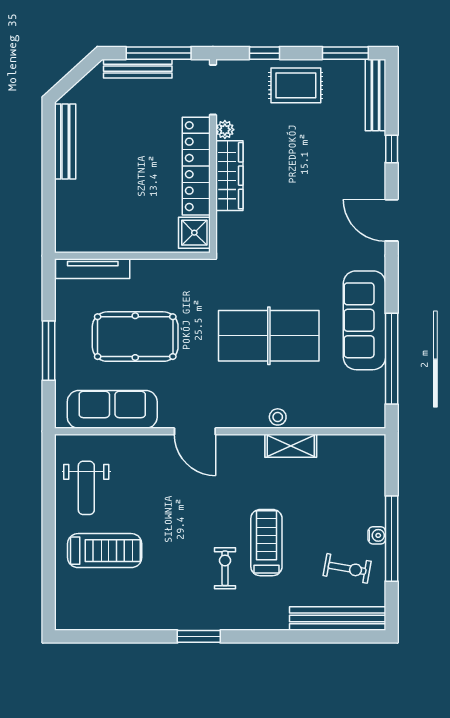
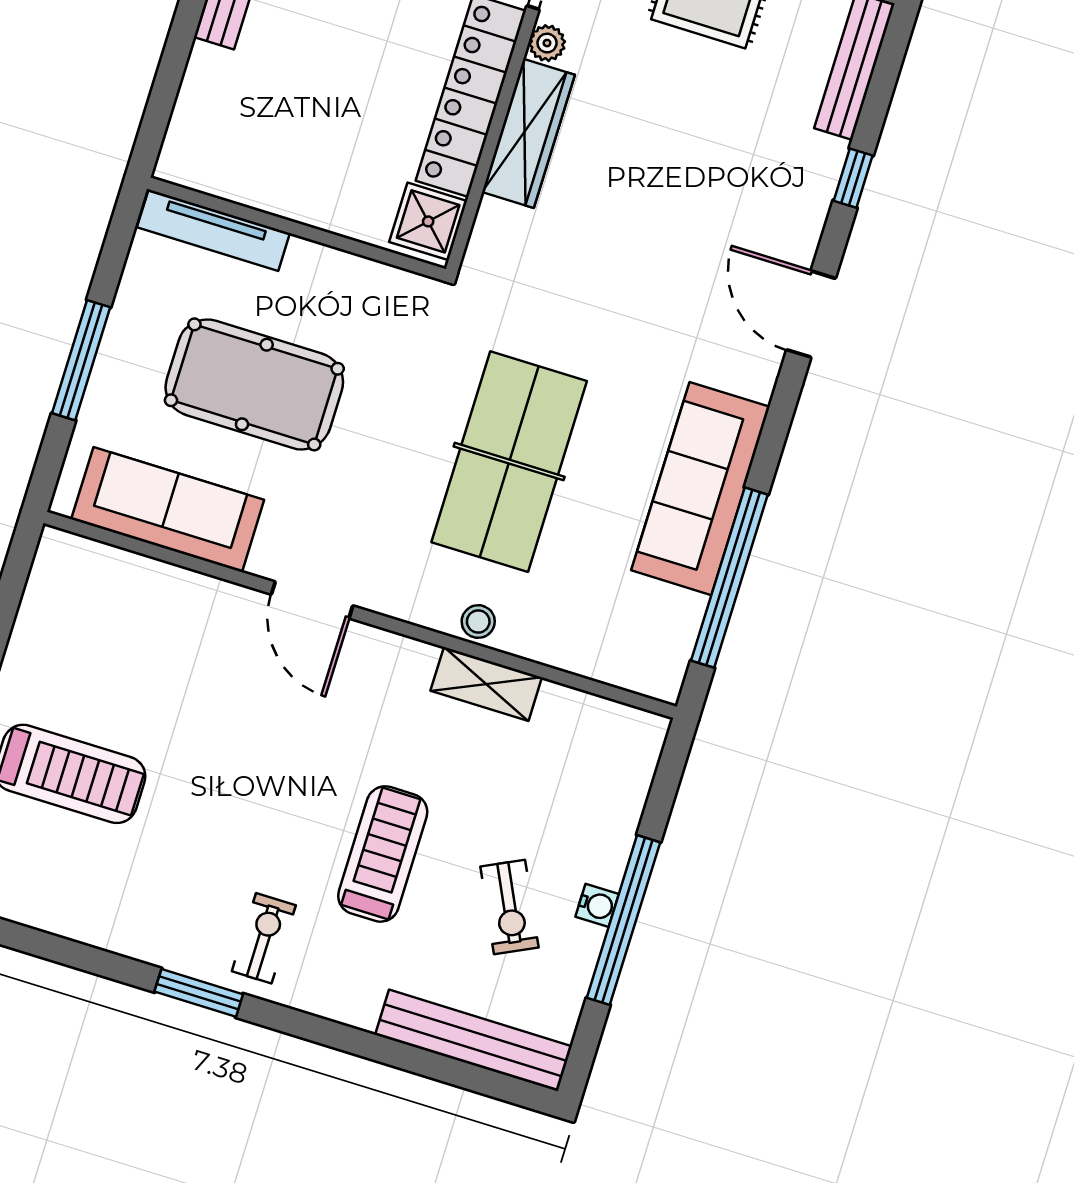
table tennis table: (269, 336) -> (509, 462), turned 90
weight bench: (86, 488) -> (72, 644), removed
exercise bike: (225, 568) -> (264, 938), moved
exercise bike: (347, 568) -> (509, 907), moved, turned 54

